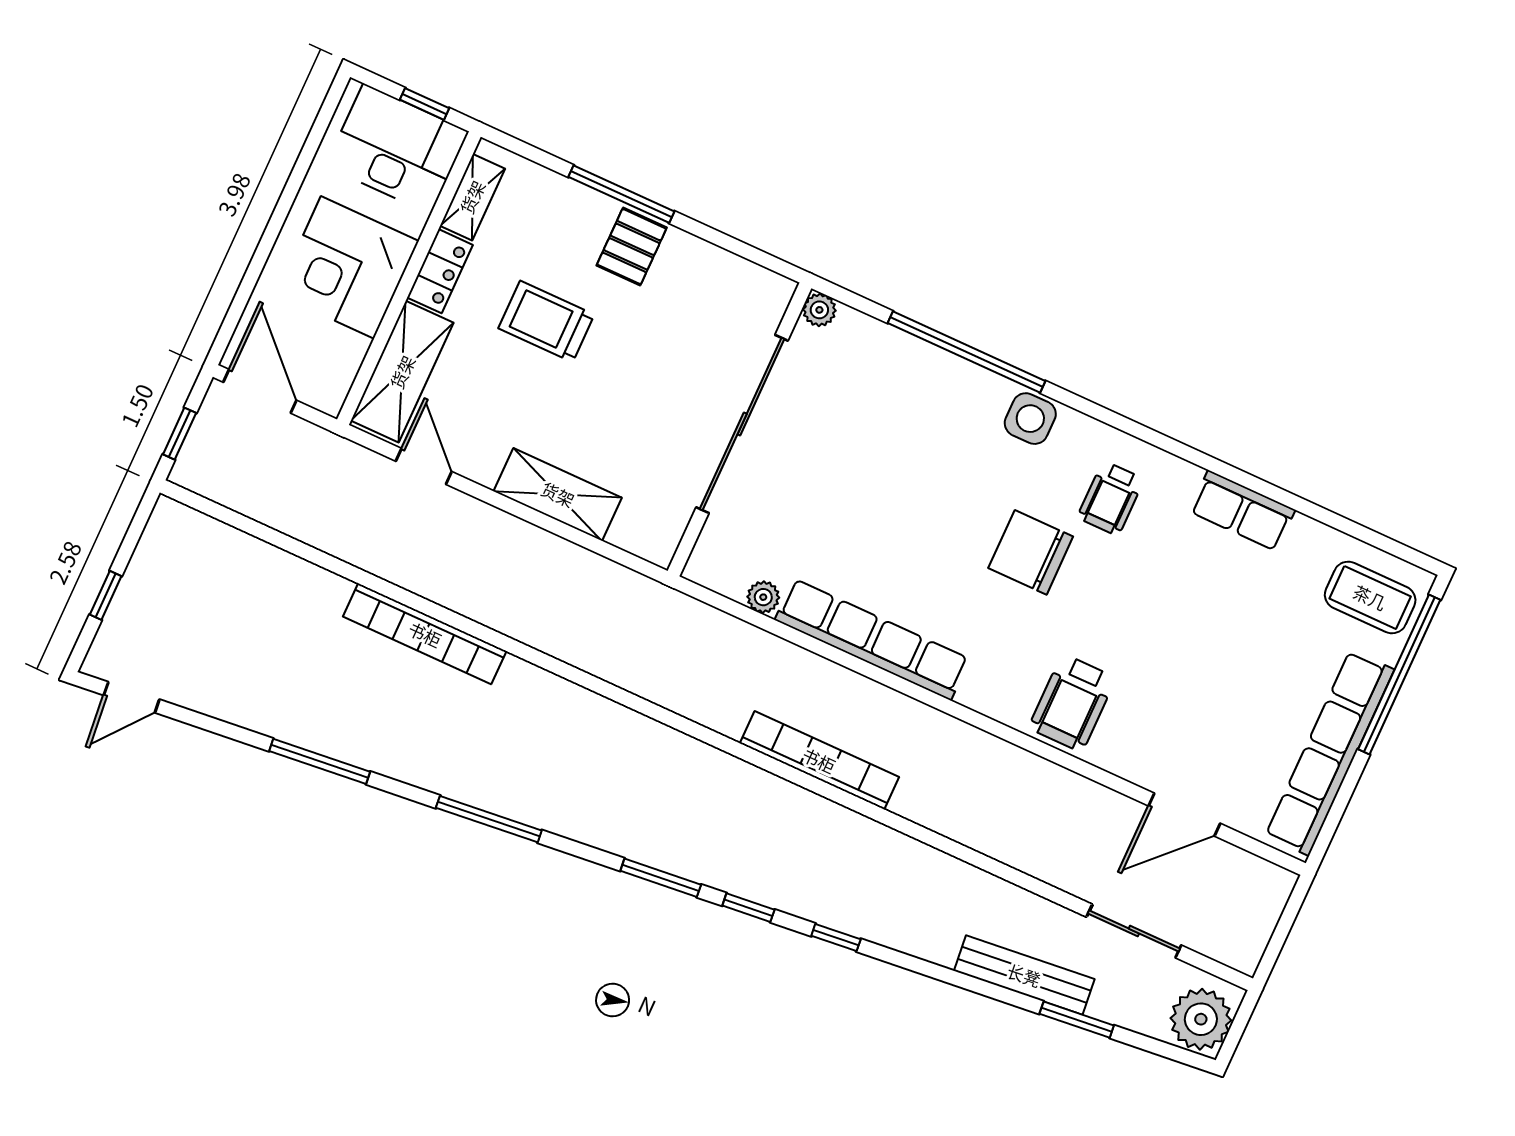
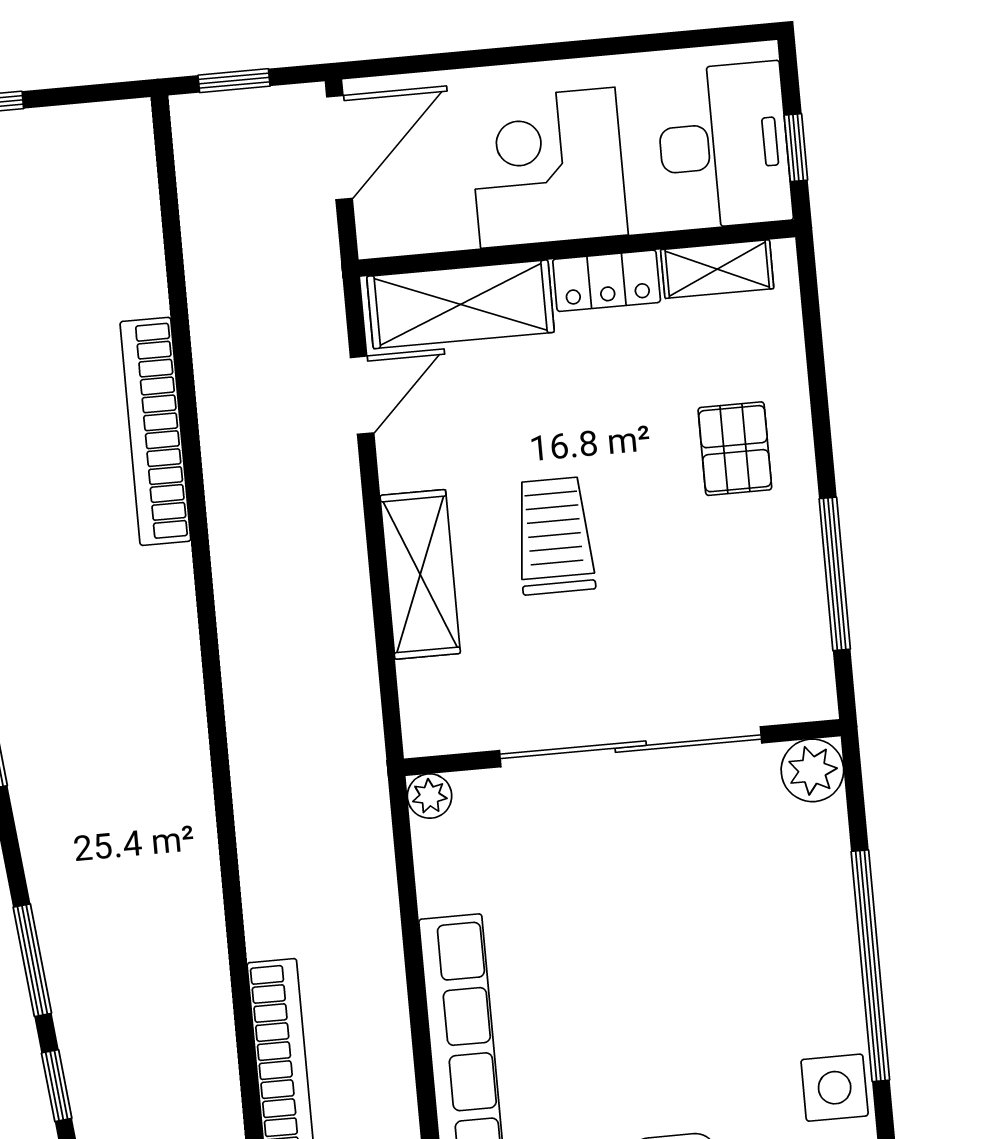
window: (621, 194) -> (835, 574), moved
pallet: (632, 247) -> (735, 449), moved, turned 90
plant: (819, 310) -> (812, 770), width x1.38, depth x1.38
trolley: (546, 321) -> (555, 536), moved
plant: (763, 597) -> (430, 796), moved
bookcase: (425, 634) -> (155, 431), moved

